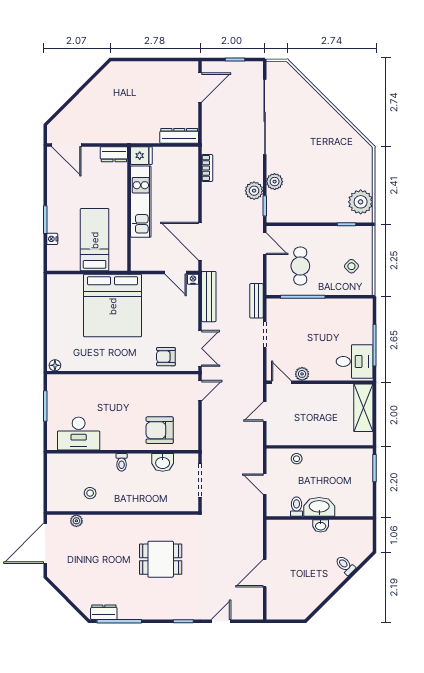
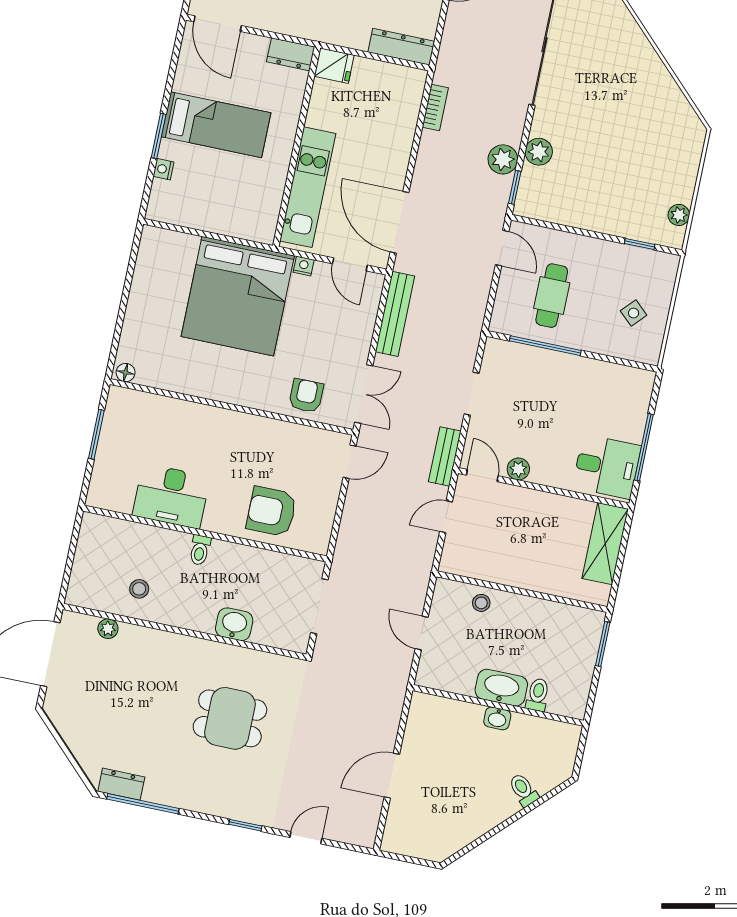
kitchen unit: (141, 202) -> (308, 187), moved
plant: (361, 202) -> (679, 215), width x0.53, depth x0.53
bed: (95, 240) -> (216, 125), moved, turned 90
nightstand: (193, 279) -> (304, 266), moved
bench: (256, 301) -> (445, 456), moved
armchair: (166, 357) -> (306, 396), turned 90
desk: (79, 434) -> (171, 496), moved
washbasin: (163, 462) -> (234, 624), moved, turned 180
toilet: (297, 507) -> (538, 695), moved

